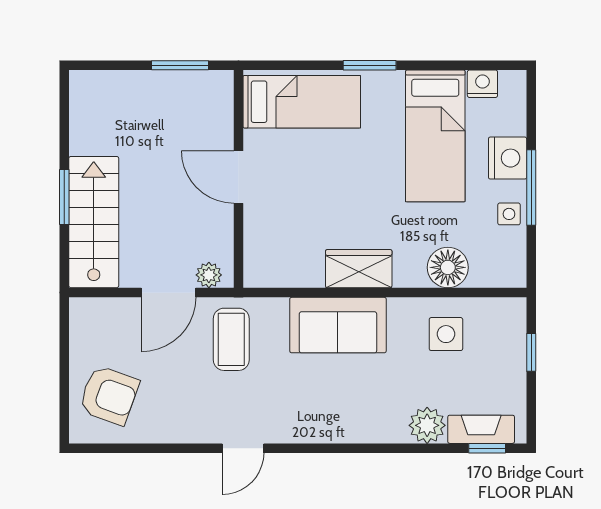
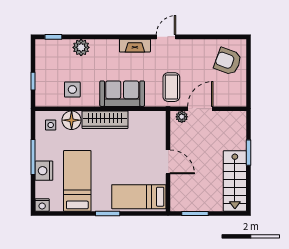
nightstand: (482, 84) -> (42, 205), moved
side table: (509, 214) -> (51, 125), moved
stairs: (94, 222) -> (235, 181), moved
wardrobe: (359, 269) -> (105, 120), width x1.50
fireplace: (481, 429) -> (135, 46), moved

